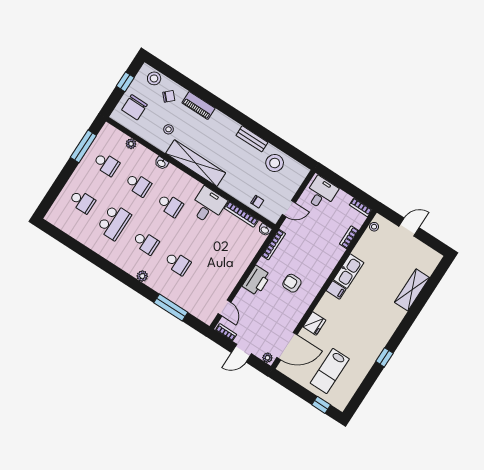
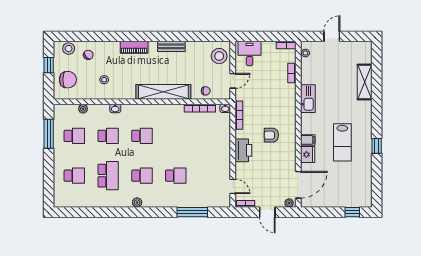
piano: (199, 105) -> (134, 47), moved
chair: (134, 107) -> (68, 80), turned -90
shelving: (196, 163) -> (163, 92), moved
stool: (275, 163) -> (219, 56), moved
desk: (208, 206) -> (171, 118), removed
plant: (142, 276) -> (137, 202), moved
filing cabinet: (336, 290) -> (308, 140), moved
door: (241, 353) -> (267, 212), hinge flipped
lab bench: (330, 371) -> (342, 142), moved

